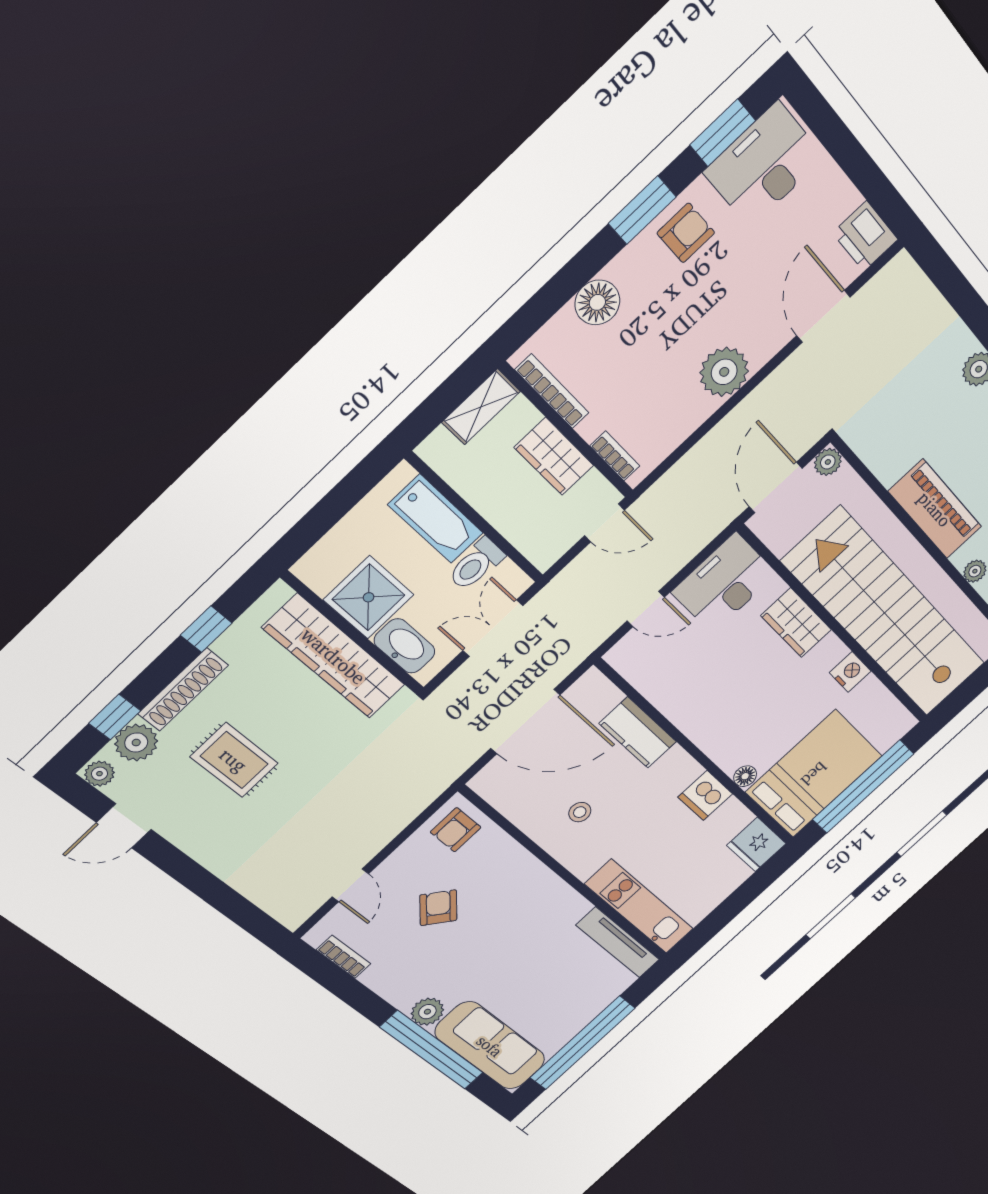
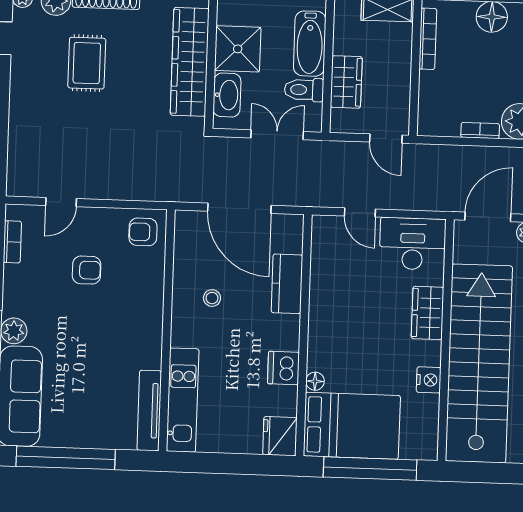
wardrobe: (554, 456) -> (346, 82), moved, turned 180
bookcase: (615, 456) -> (480, 130), moved, turned -90
armchair: (438, 908) -> (87, 270), turned 48

